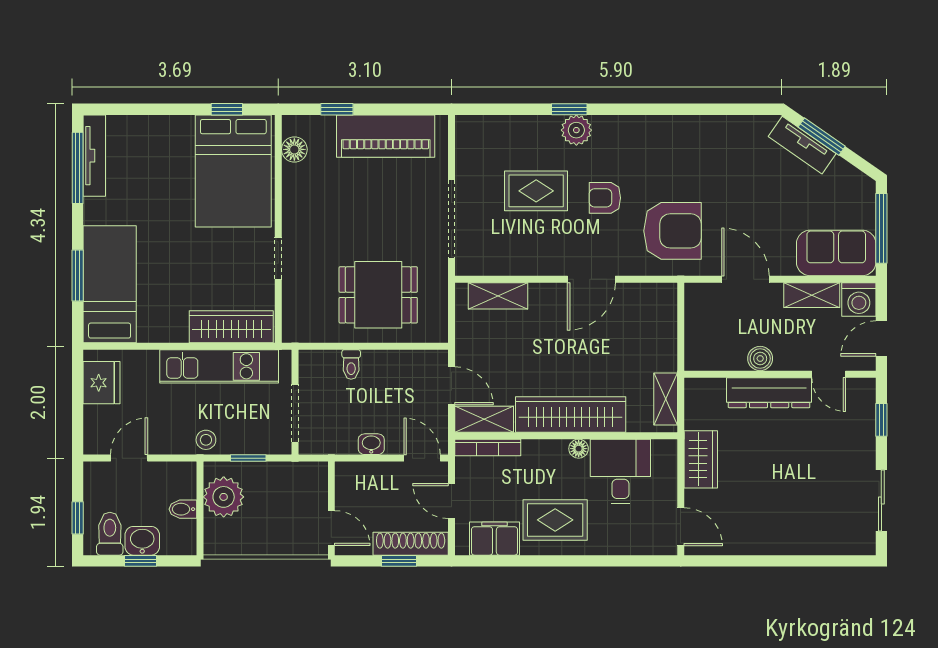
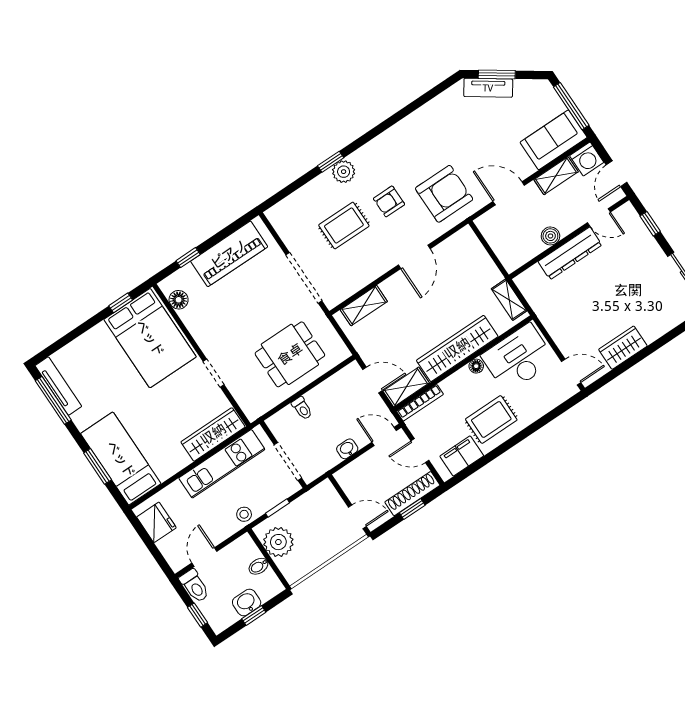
wardrobe: (701, 459) -> (623, 348), moved, turned -90
desk: (620, 471) -> (518, 358), width x1.37
toilet: (110, 534) -> (195, 586), moved, turned 180

